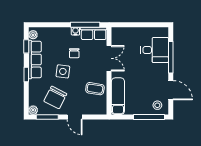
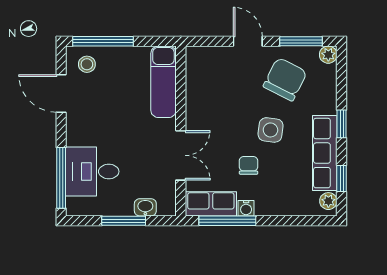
window: (138, 25) -> (124, 221), added
washbasin: (127, 32) -> (145, 207), added
window: (171, 57) -> (61, 178), moved
double door: (109, 58) -> (181, 155), swing flipped
coffee table: (95, 89) -> (208, 96), removed

